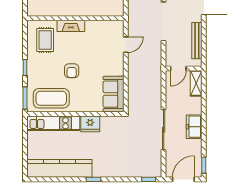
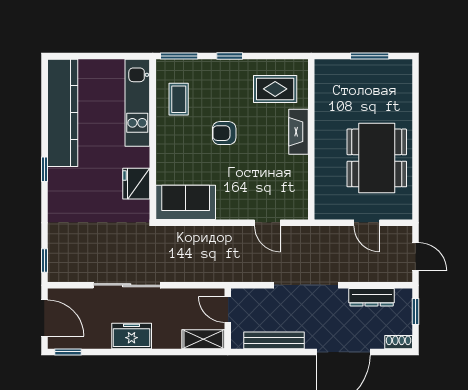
coffee table: (51, 98) -> (179, 99), width x0.54, depth x0.58
fridge: (90, 124) -> (136, 184), moved

